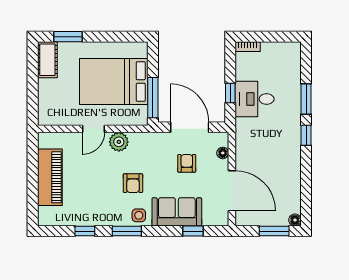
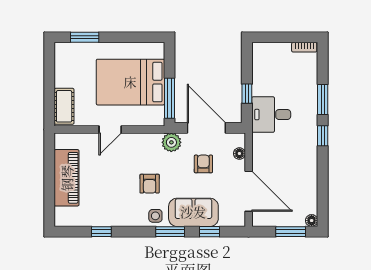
bookcase: (248, 47) -> (304, 47), moved
cot: (47, 60) -> (64, 106), moved
desk: (255, 99) -> (271, 115), moved
plant: (119, 142) -> (171, 142), moved
window: (127, 231) -> (170, 232), moved

